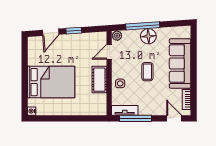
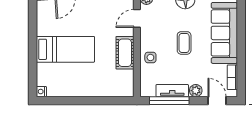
bed: (51, 82) -> (65, 49), width x0.67
tv unit: (125, 110) -> (172, 91), moved
plant: (157, 110) -> (196, 91), added

